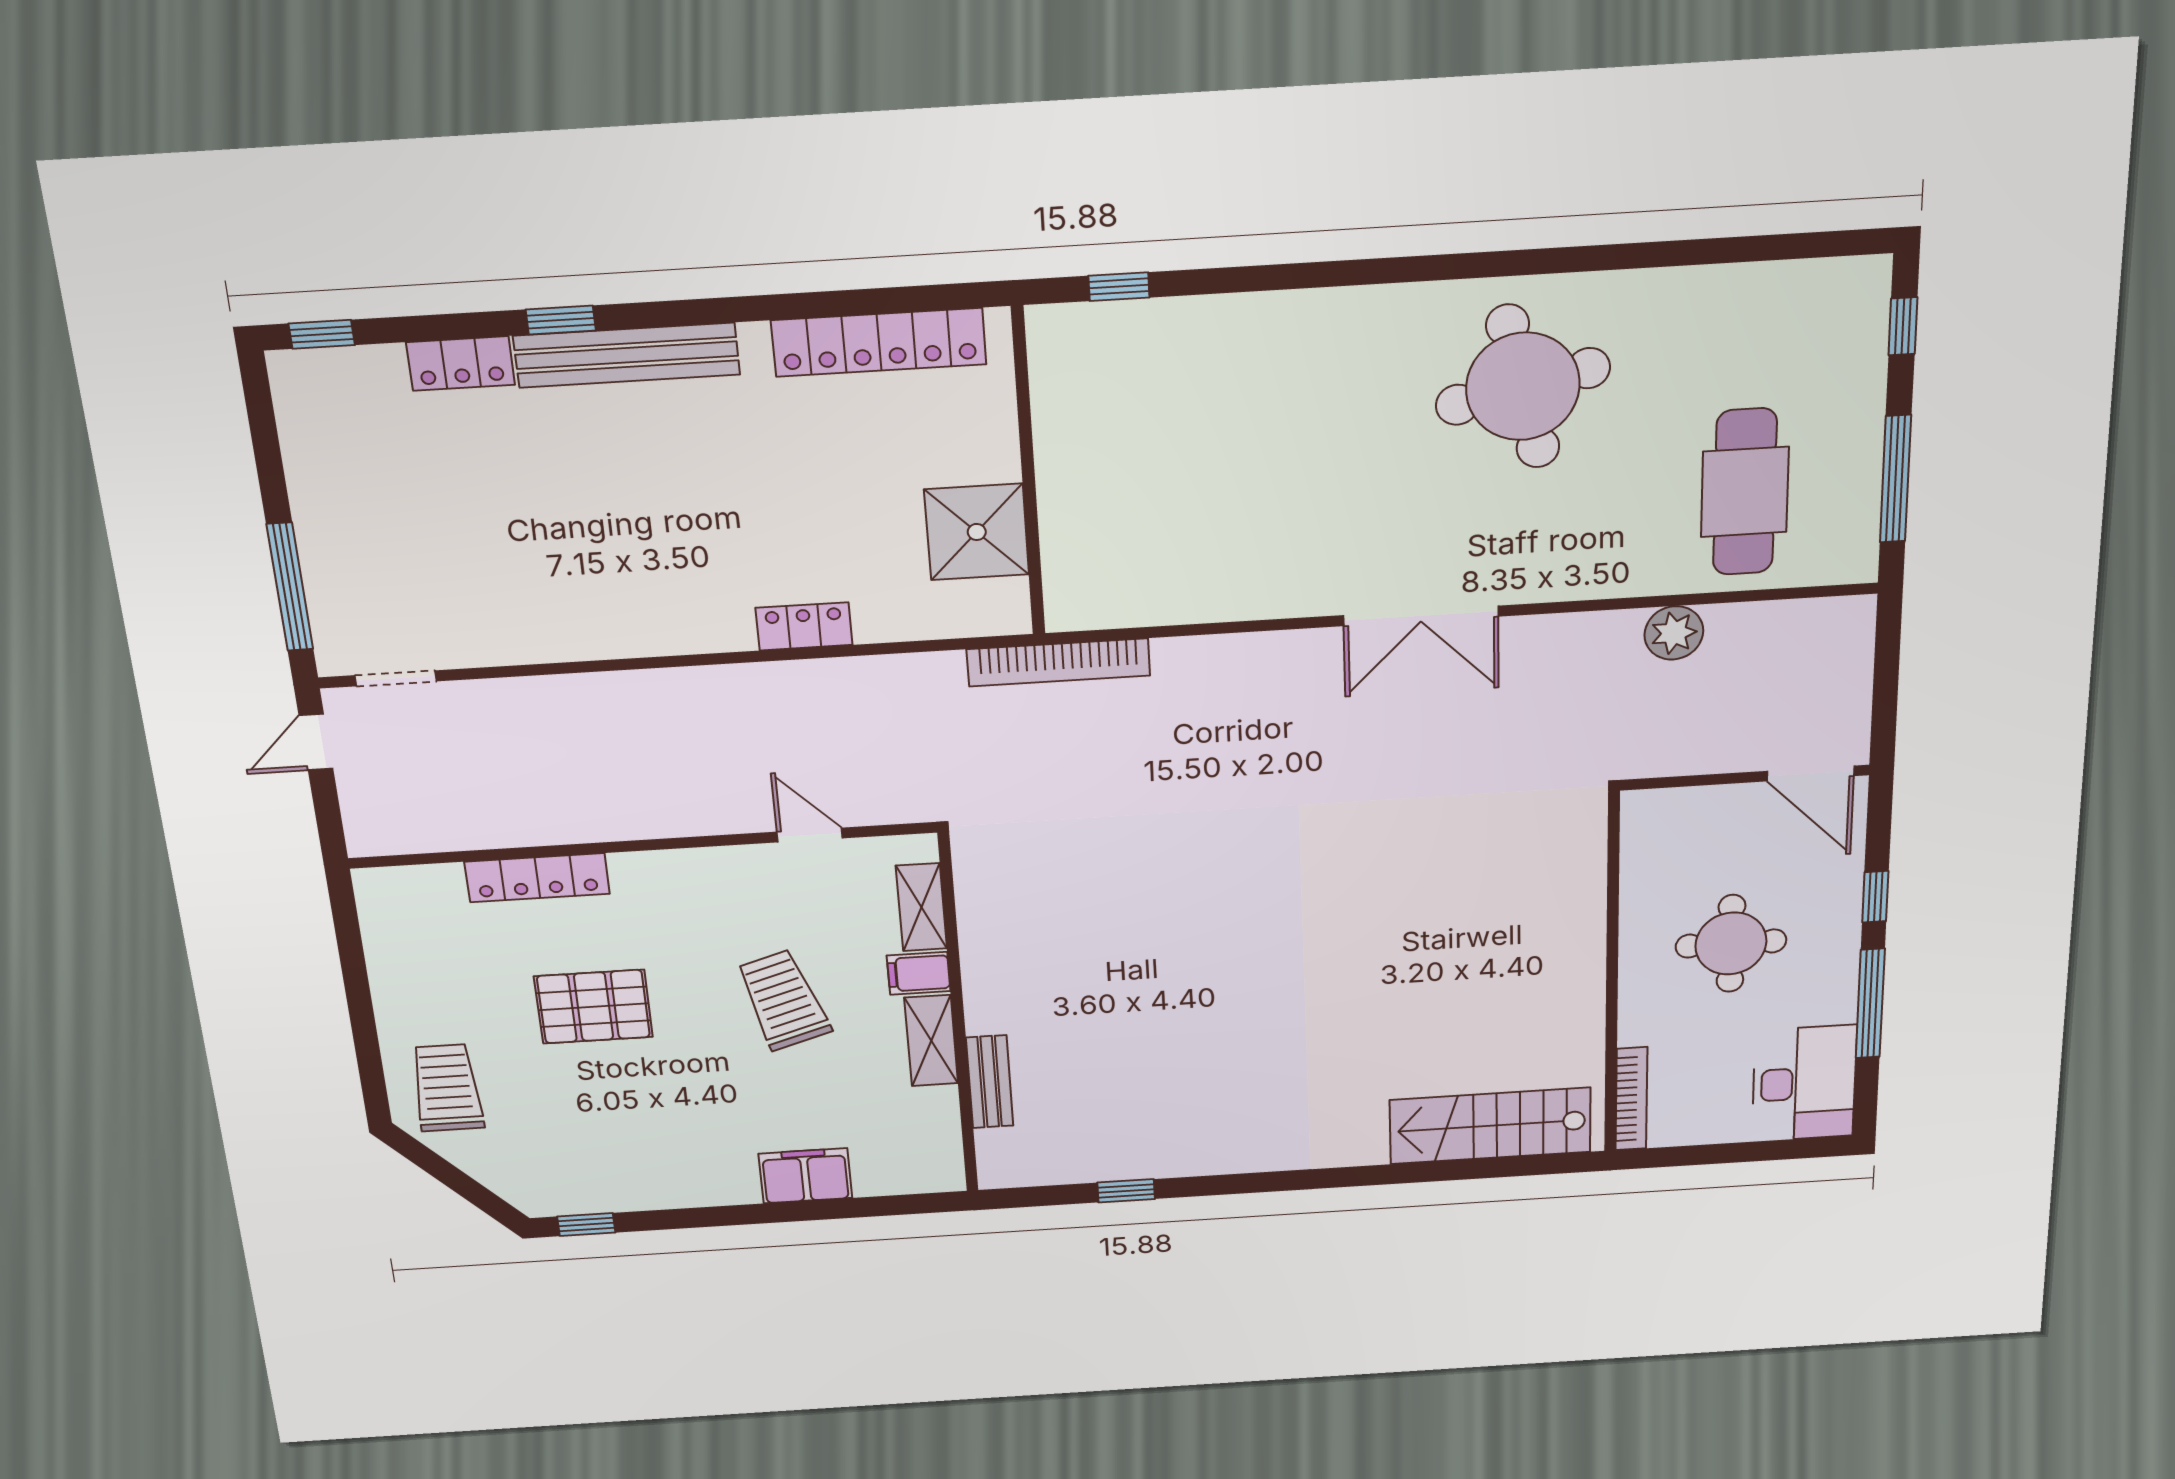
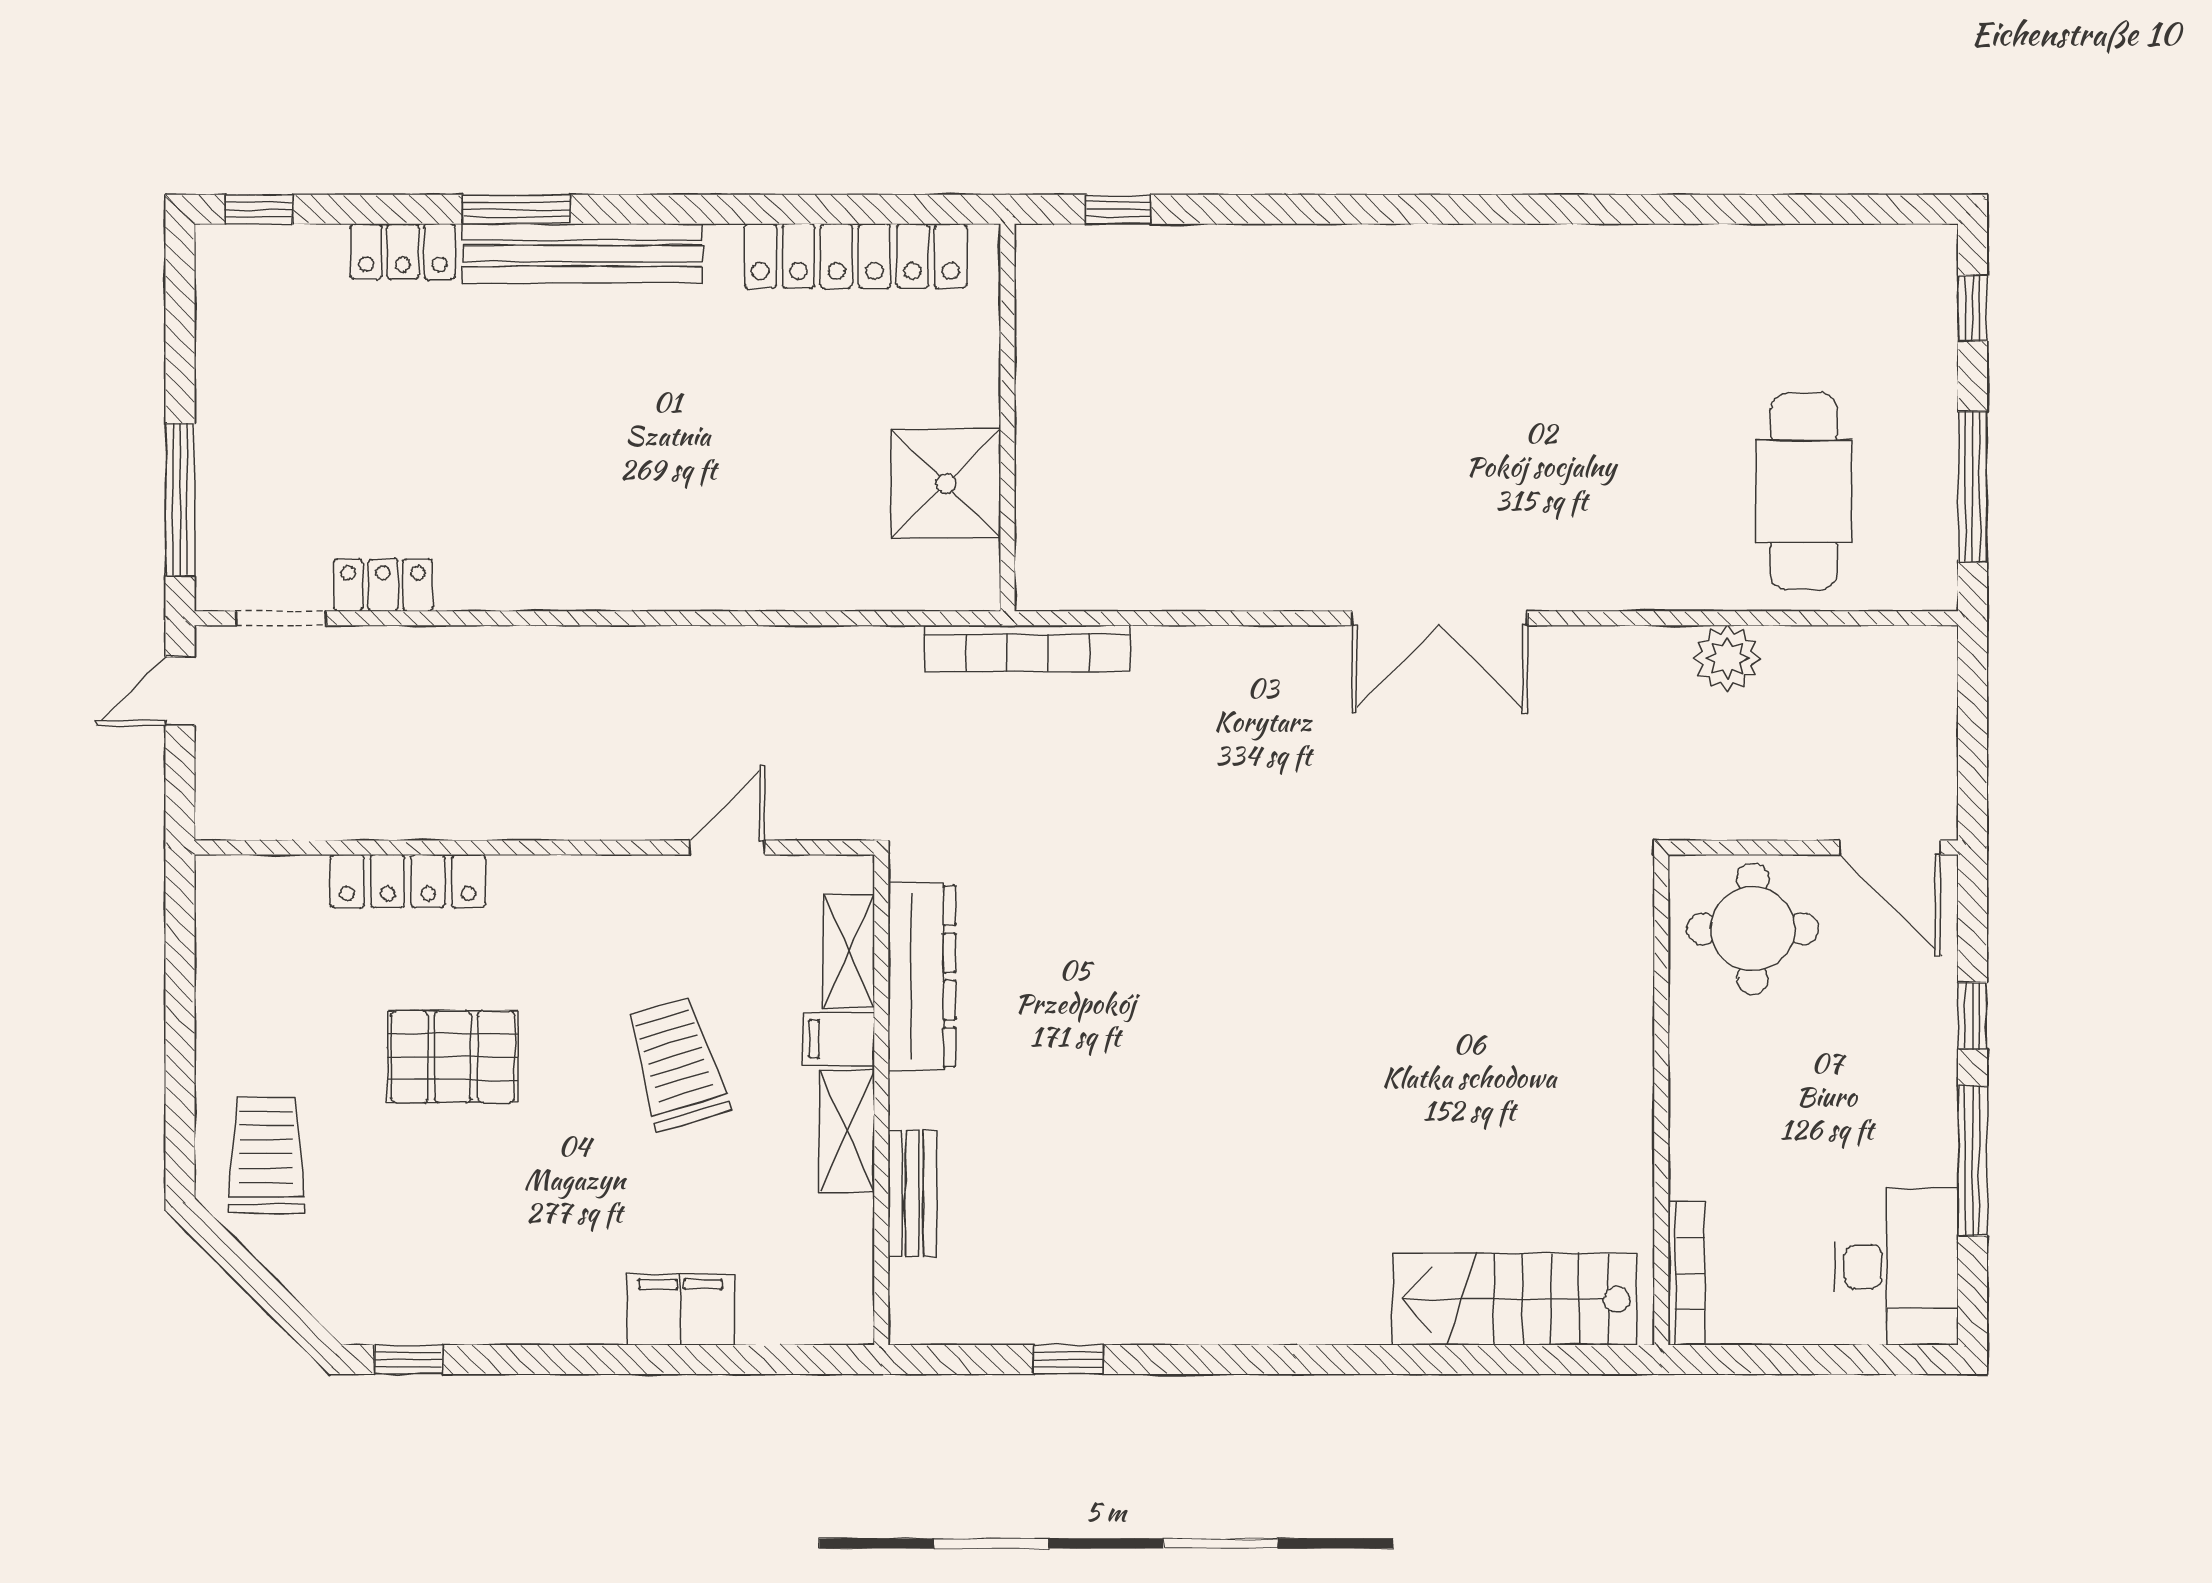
window: (561, 320) -> (516, 209), width x1.50
round table: (1523, 386) -> (1556, 351), removed
locker: (804, 626) -> (383, 585), moved
door: (810, 835) -> (727, 848), hinge flipped
dresser: (985, 923) -> (922, 976), added
round table: (1731, 944) -> (1753, 929), moved

